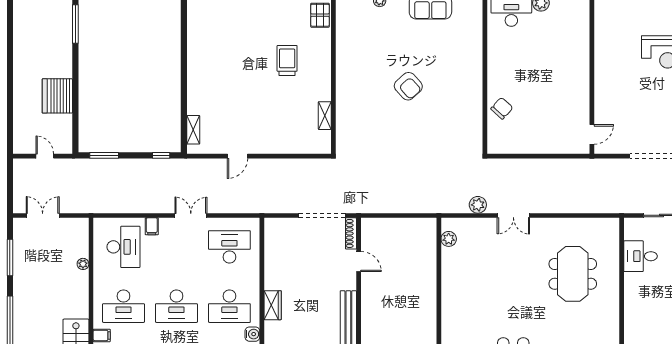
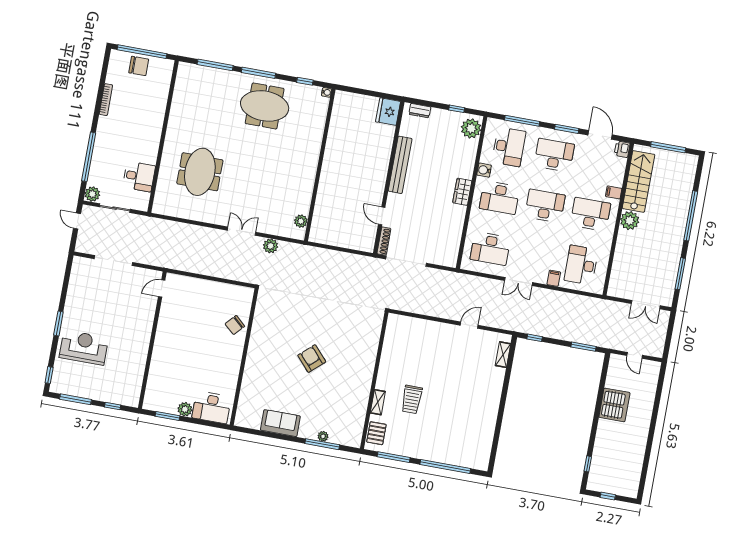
window: (75, 24) -> (588, 464), width x0.46
shelving: (325, 116) -> (378, 402), moved
plant: (83, 264) -> (630, 221), moved, width x1.88, depth x1.88
desk: (229, 306) -> (500, 198), turned 180

